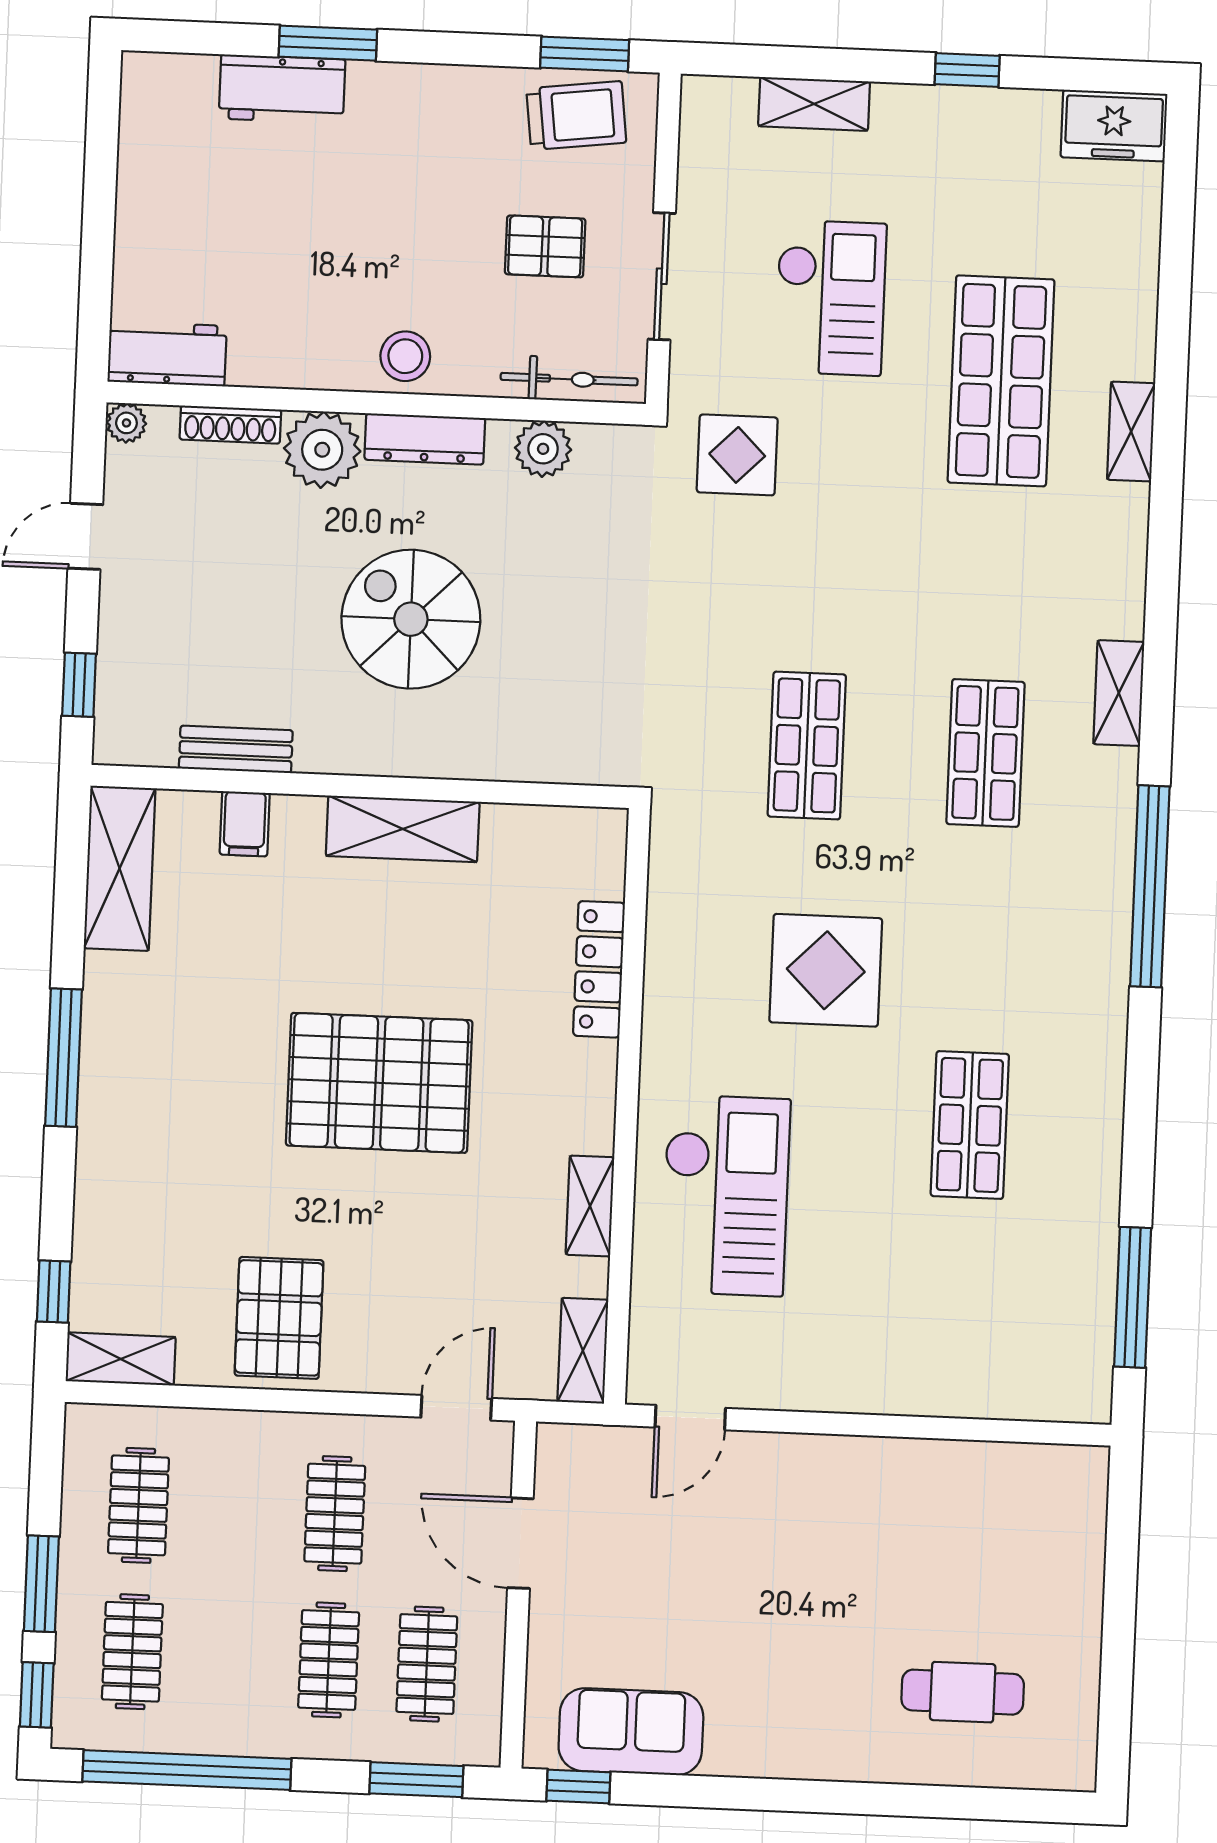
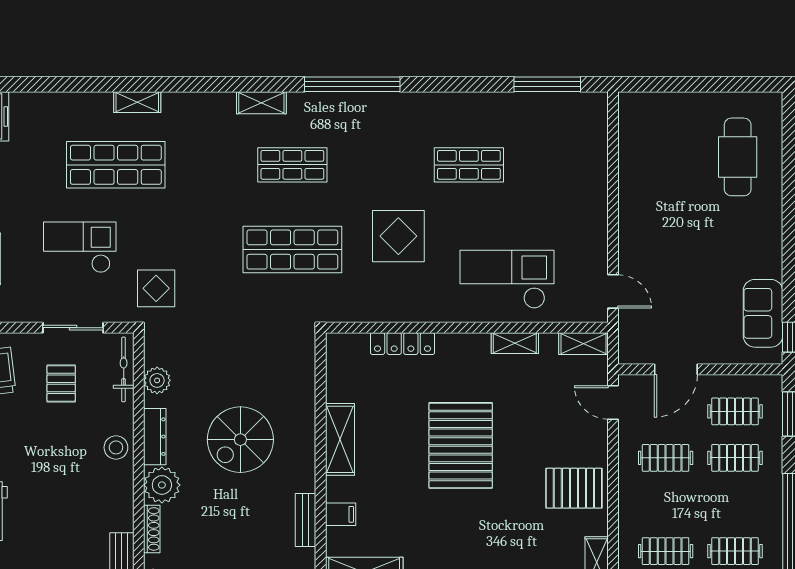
shop shelf: (807, 745) -> (292, 250), width x1.43, depth x1.36
cafe table: (963, 1692) -> (738, 157), width x1.37, depth x1.35

